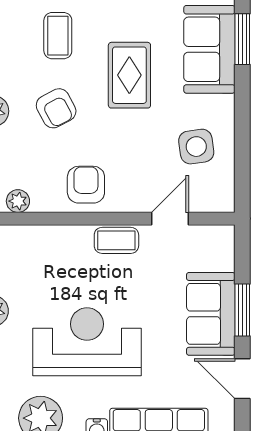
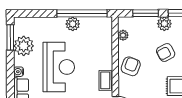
armchair: (86, 185) -> (131, 66), turned -69

